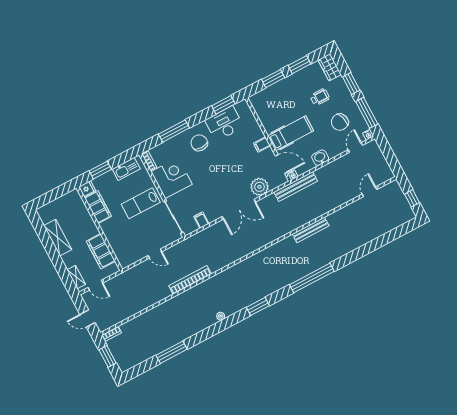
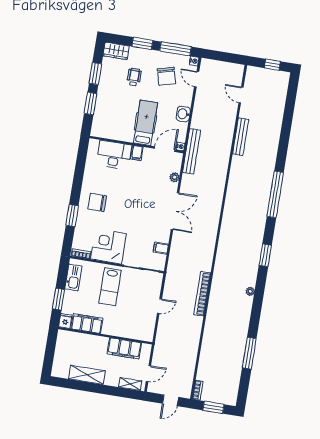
window: (223, 105) -> (81, 160), removed
desk: (224, 124) -> (114, 155), moved, turned 90
window: (174, 131) -> (72, 216), width x0.69
plant: (260, 187) -> (174, 177), width x0.53, depth x0.53
bench: (311, 230) -> (241, 137), moved

